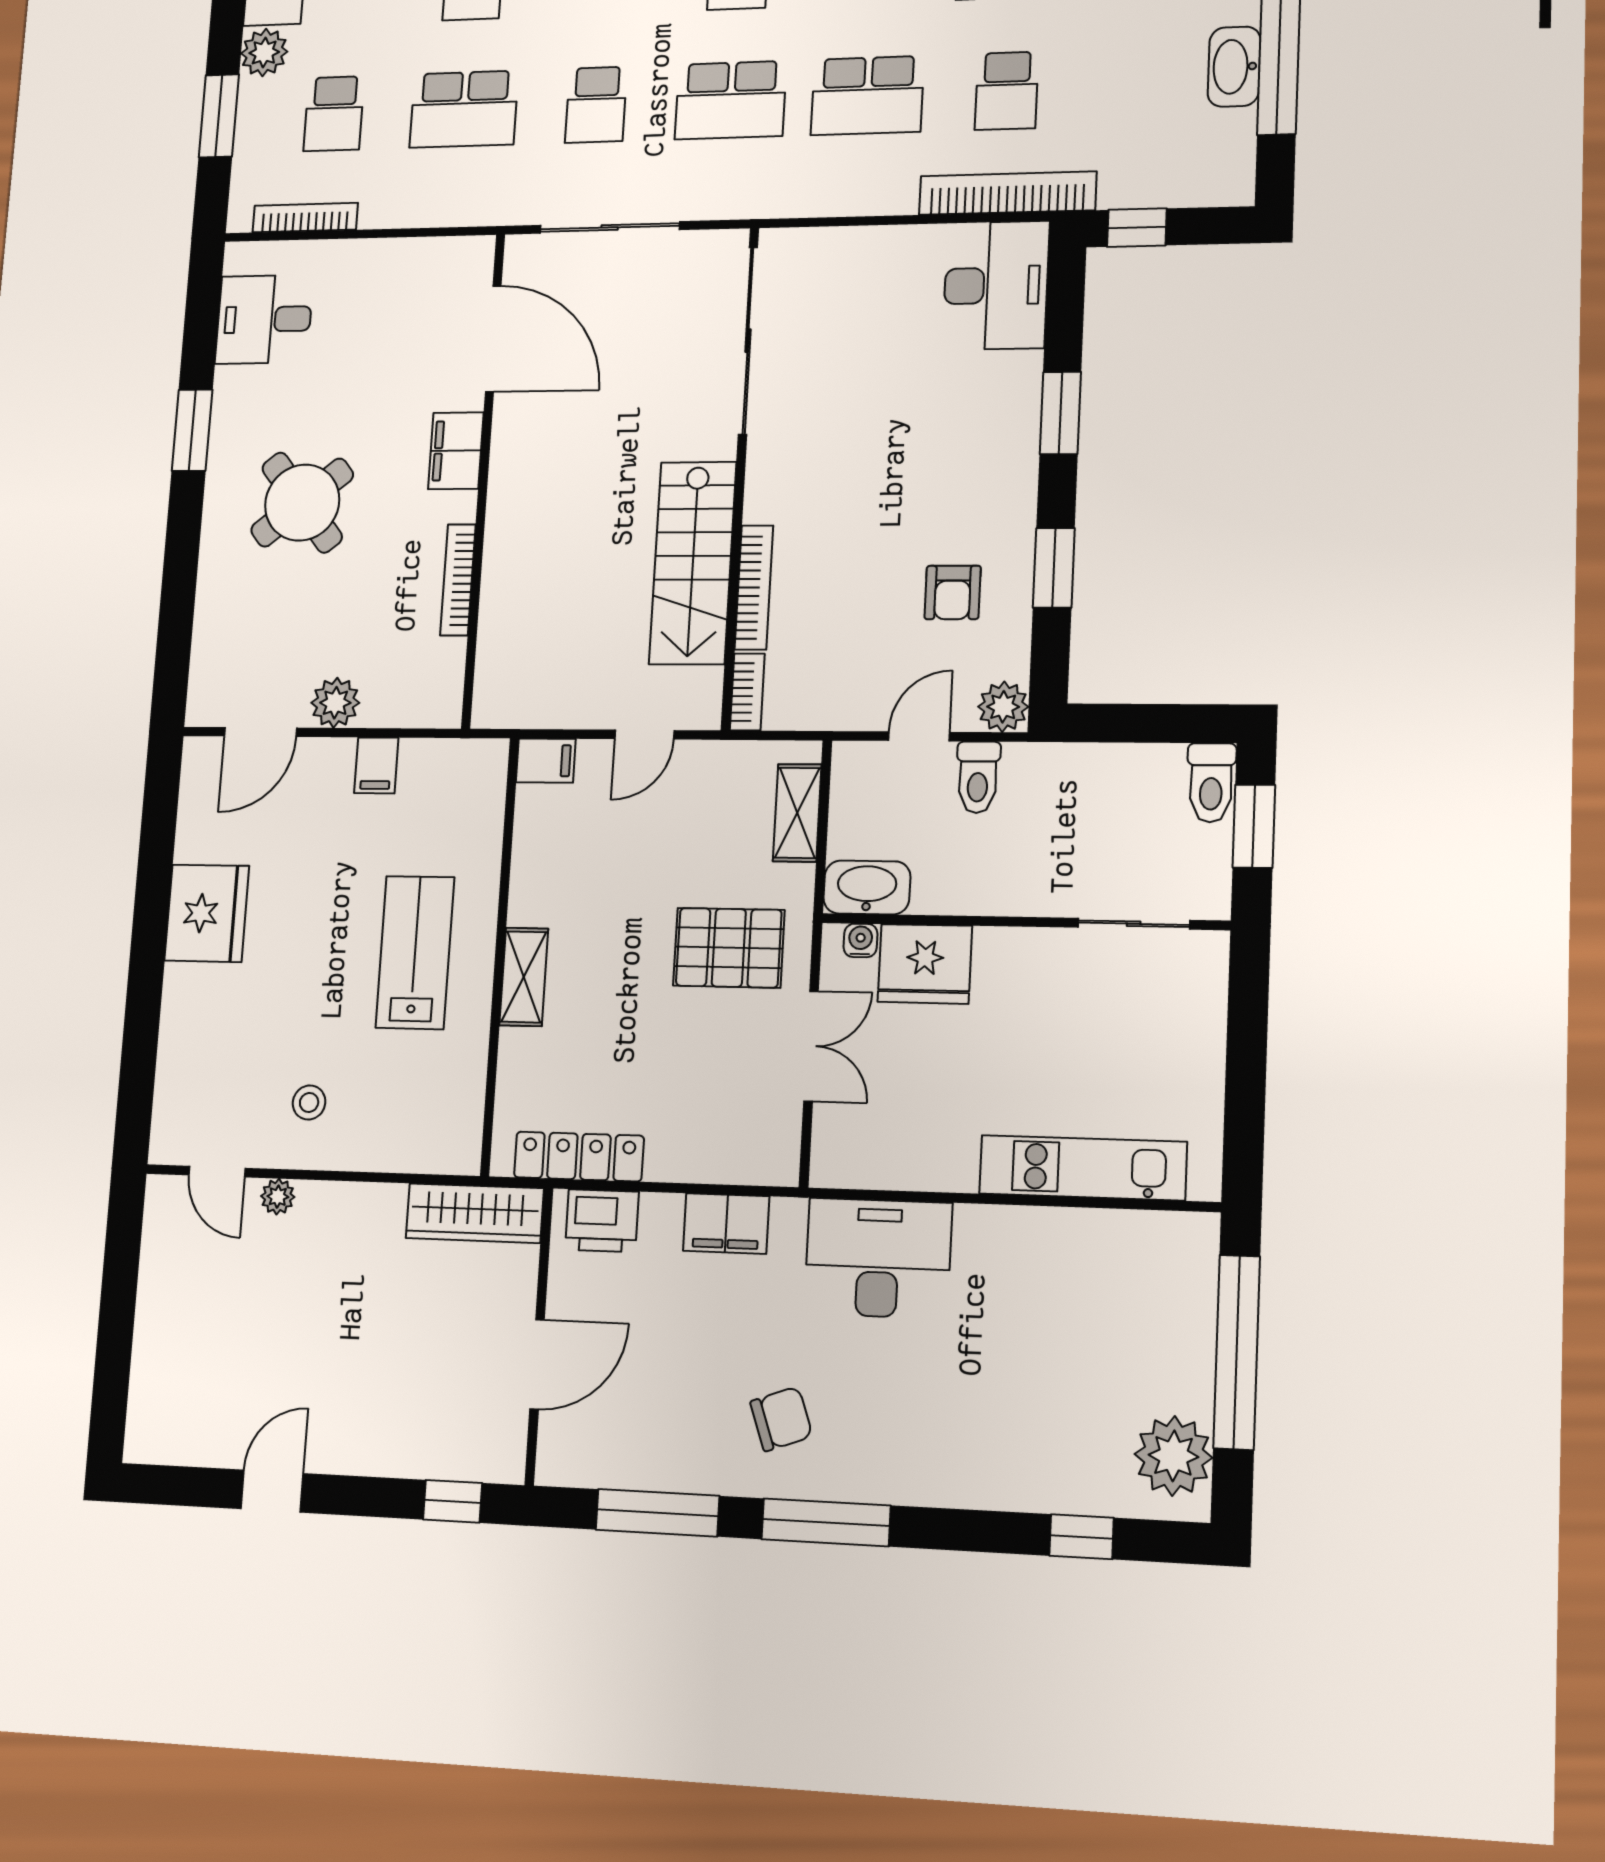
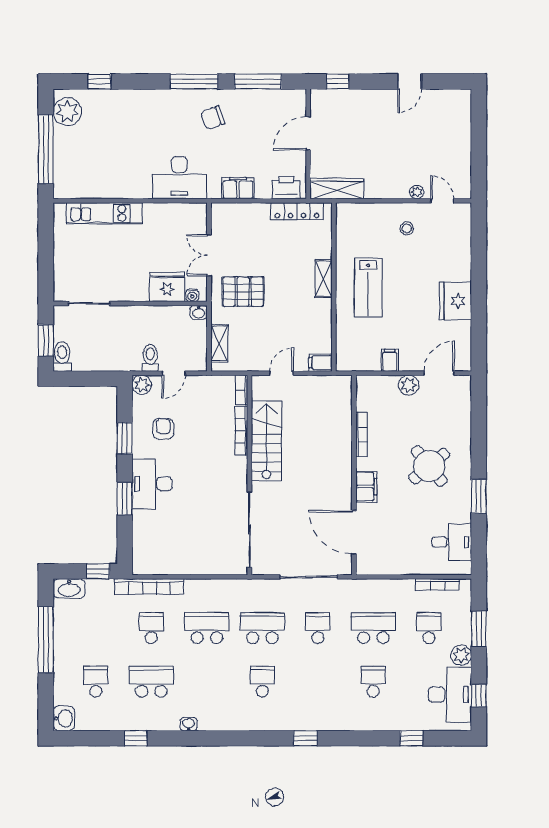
washbasin: (1234, 67) -> (69, 588), moved, turned 90
desk: (996, 285) -> (152, 484), moved
washbasin: (867, 887) -> (199, 312), width x0.52, depth x0.69

